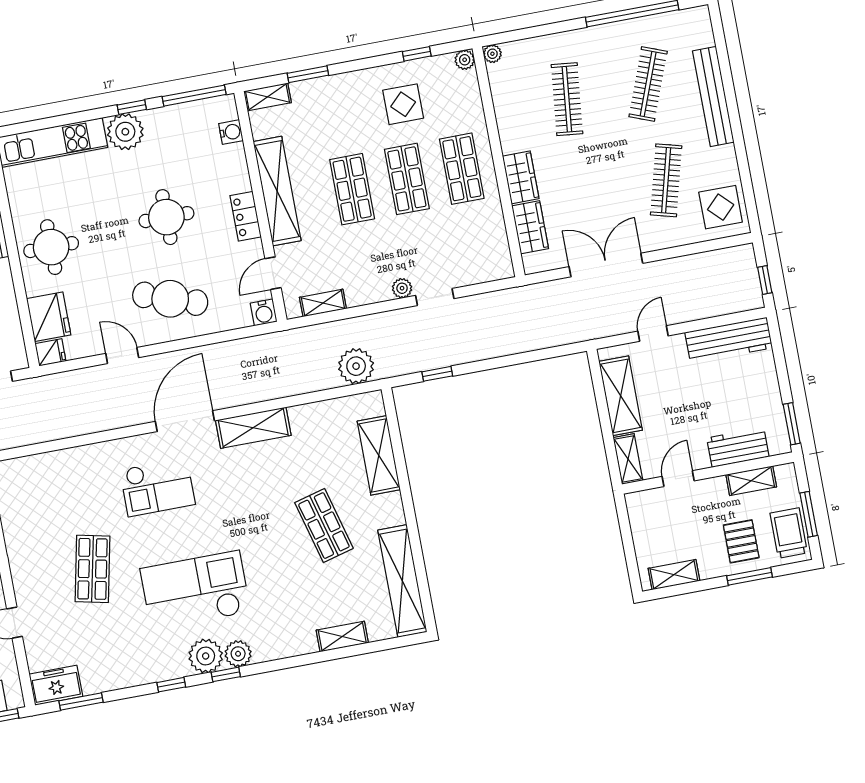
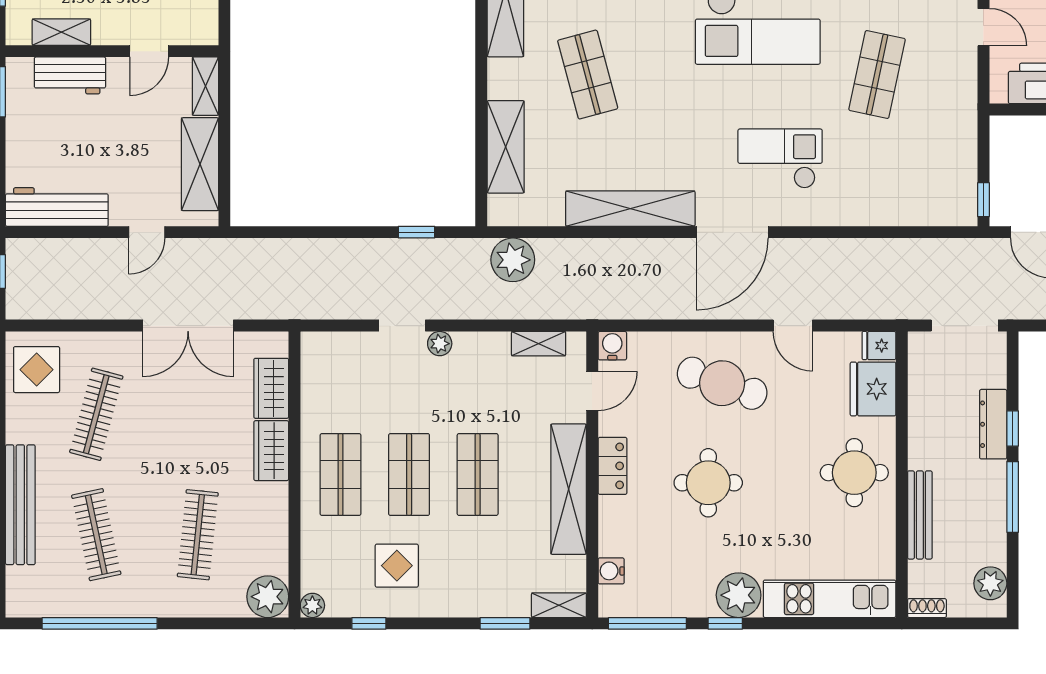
plant: (492, 54) -> (268, 597), width x1.88, depth x1.88
clothes rail: (648, 84) -> (96, 535), turned -33
shelving: (253, 428) -> (630, 209), width x1.47

